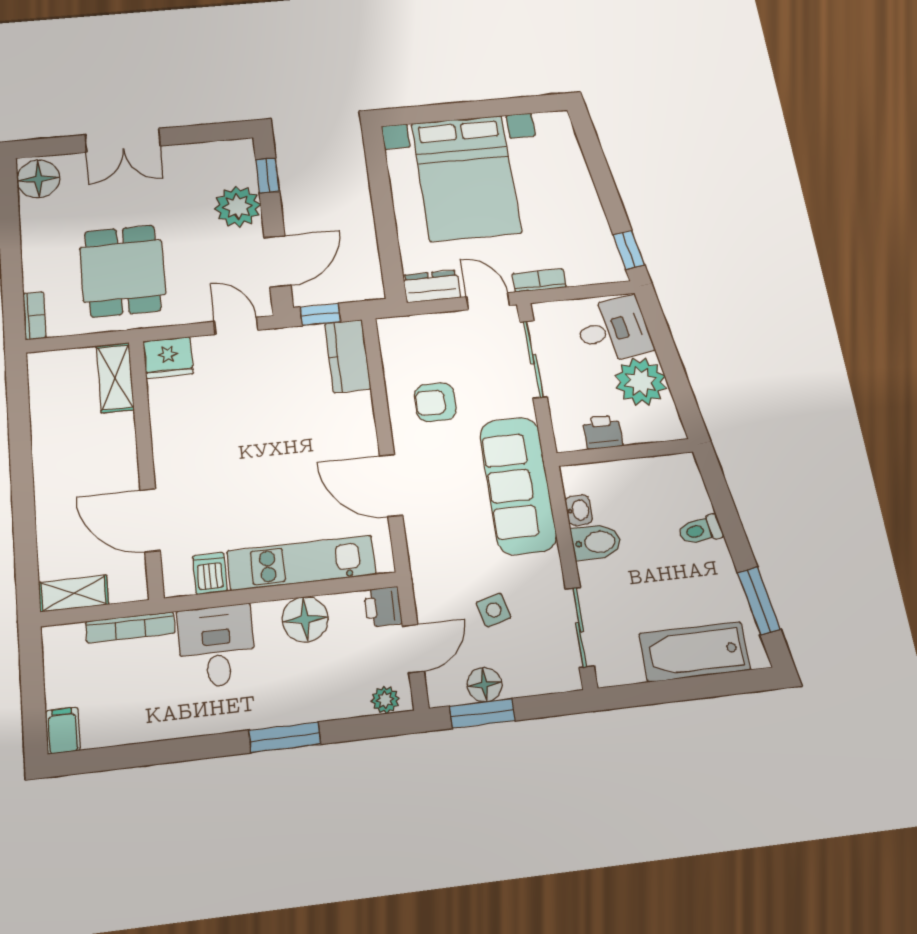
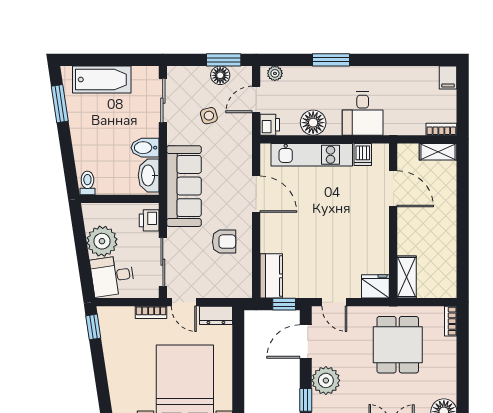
printer: (603, 432) -> (149, 220), moved, turned 90
washbasin: (579, 510) -> (149, 175), width x1.91, depth x1.45
toilet: (701, 530) -> (87, 183), moved, turned -81
bookcase: (130, 627) -> (441, 129), moved, width x0.64

